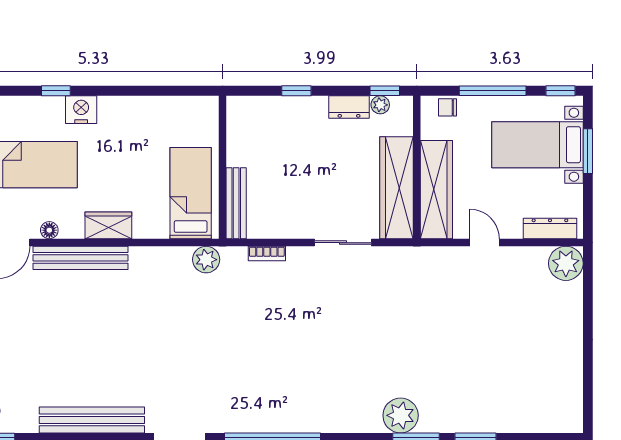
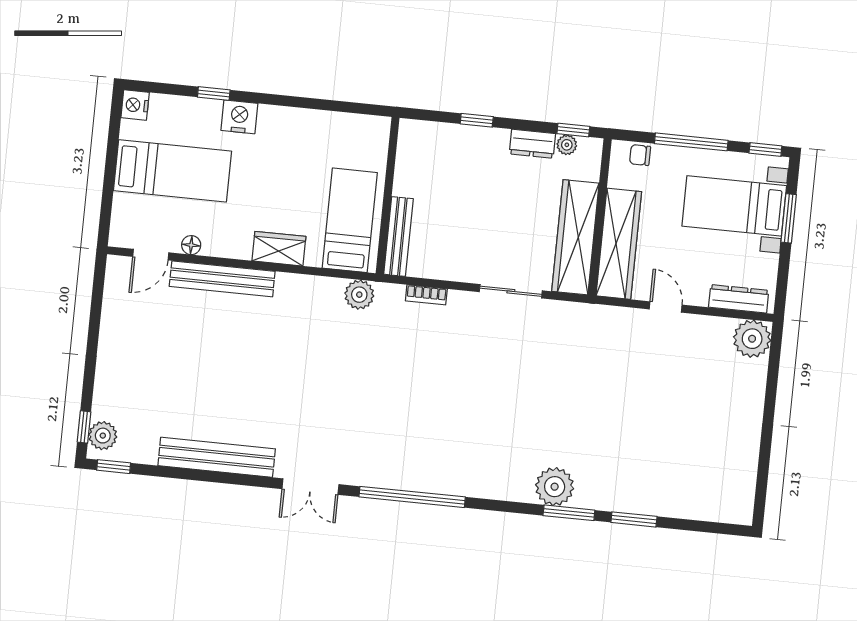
wardrobe: (108, 225) -> (279, 249), moved

